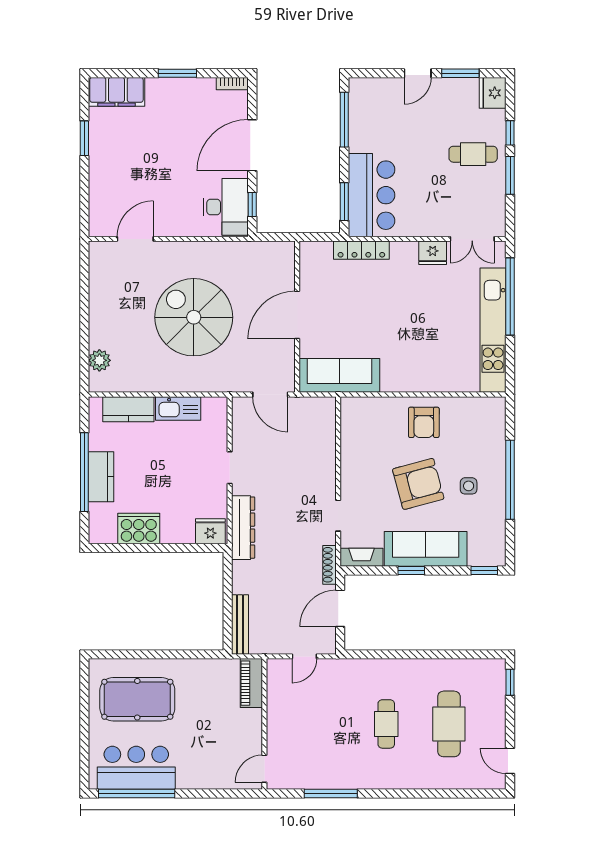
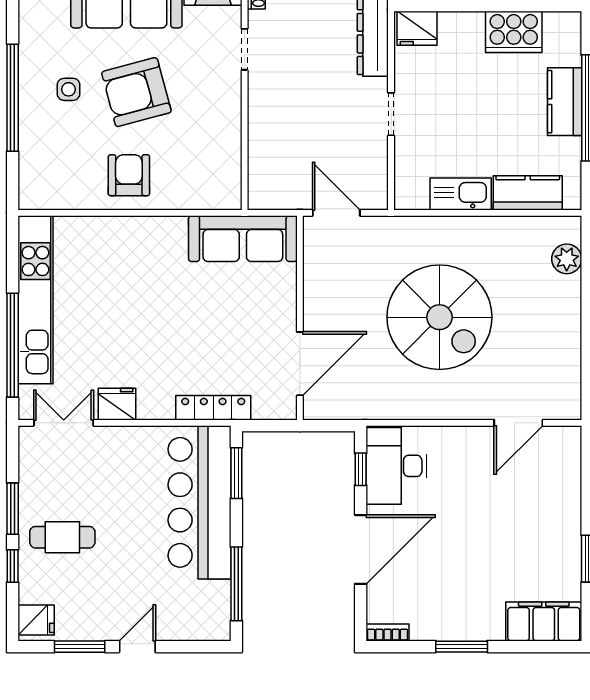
fridge: (493, 93) -> (36, 620), width x0.72
bar counter: (372, 195) -> (199, 502), width x1.36
door: (297, 315) -> (300, 364), moved

